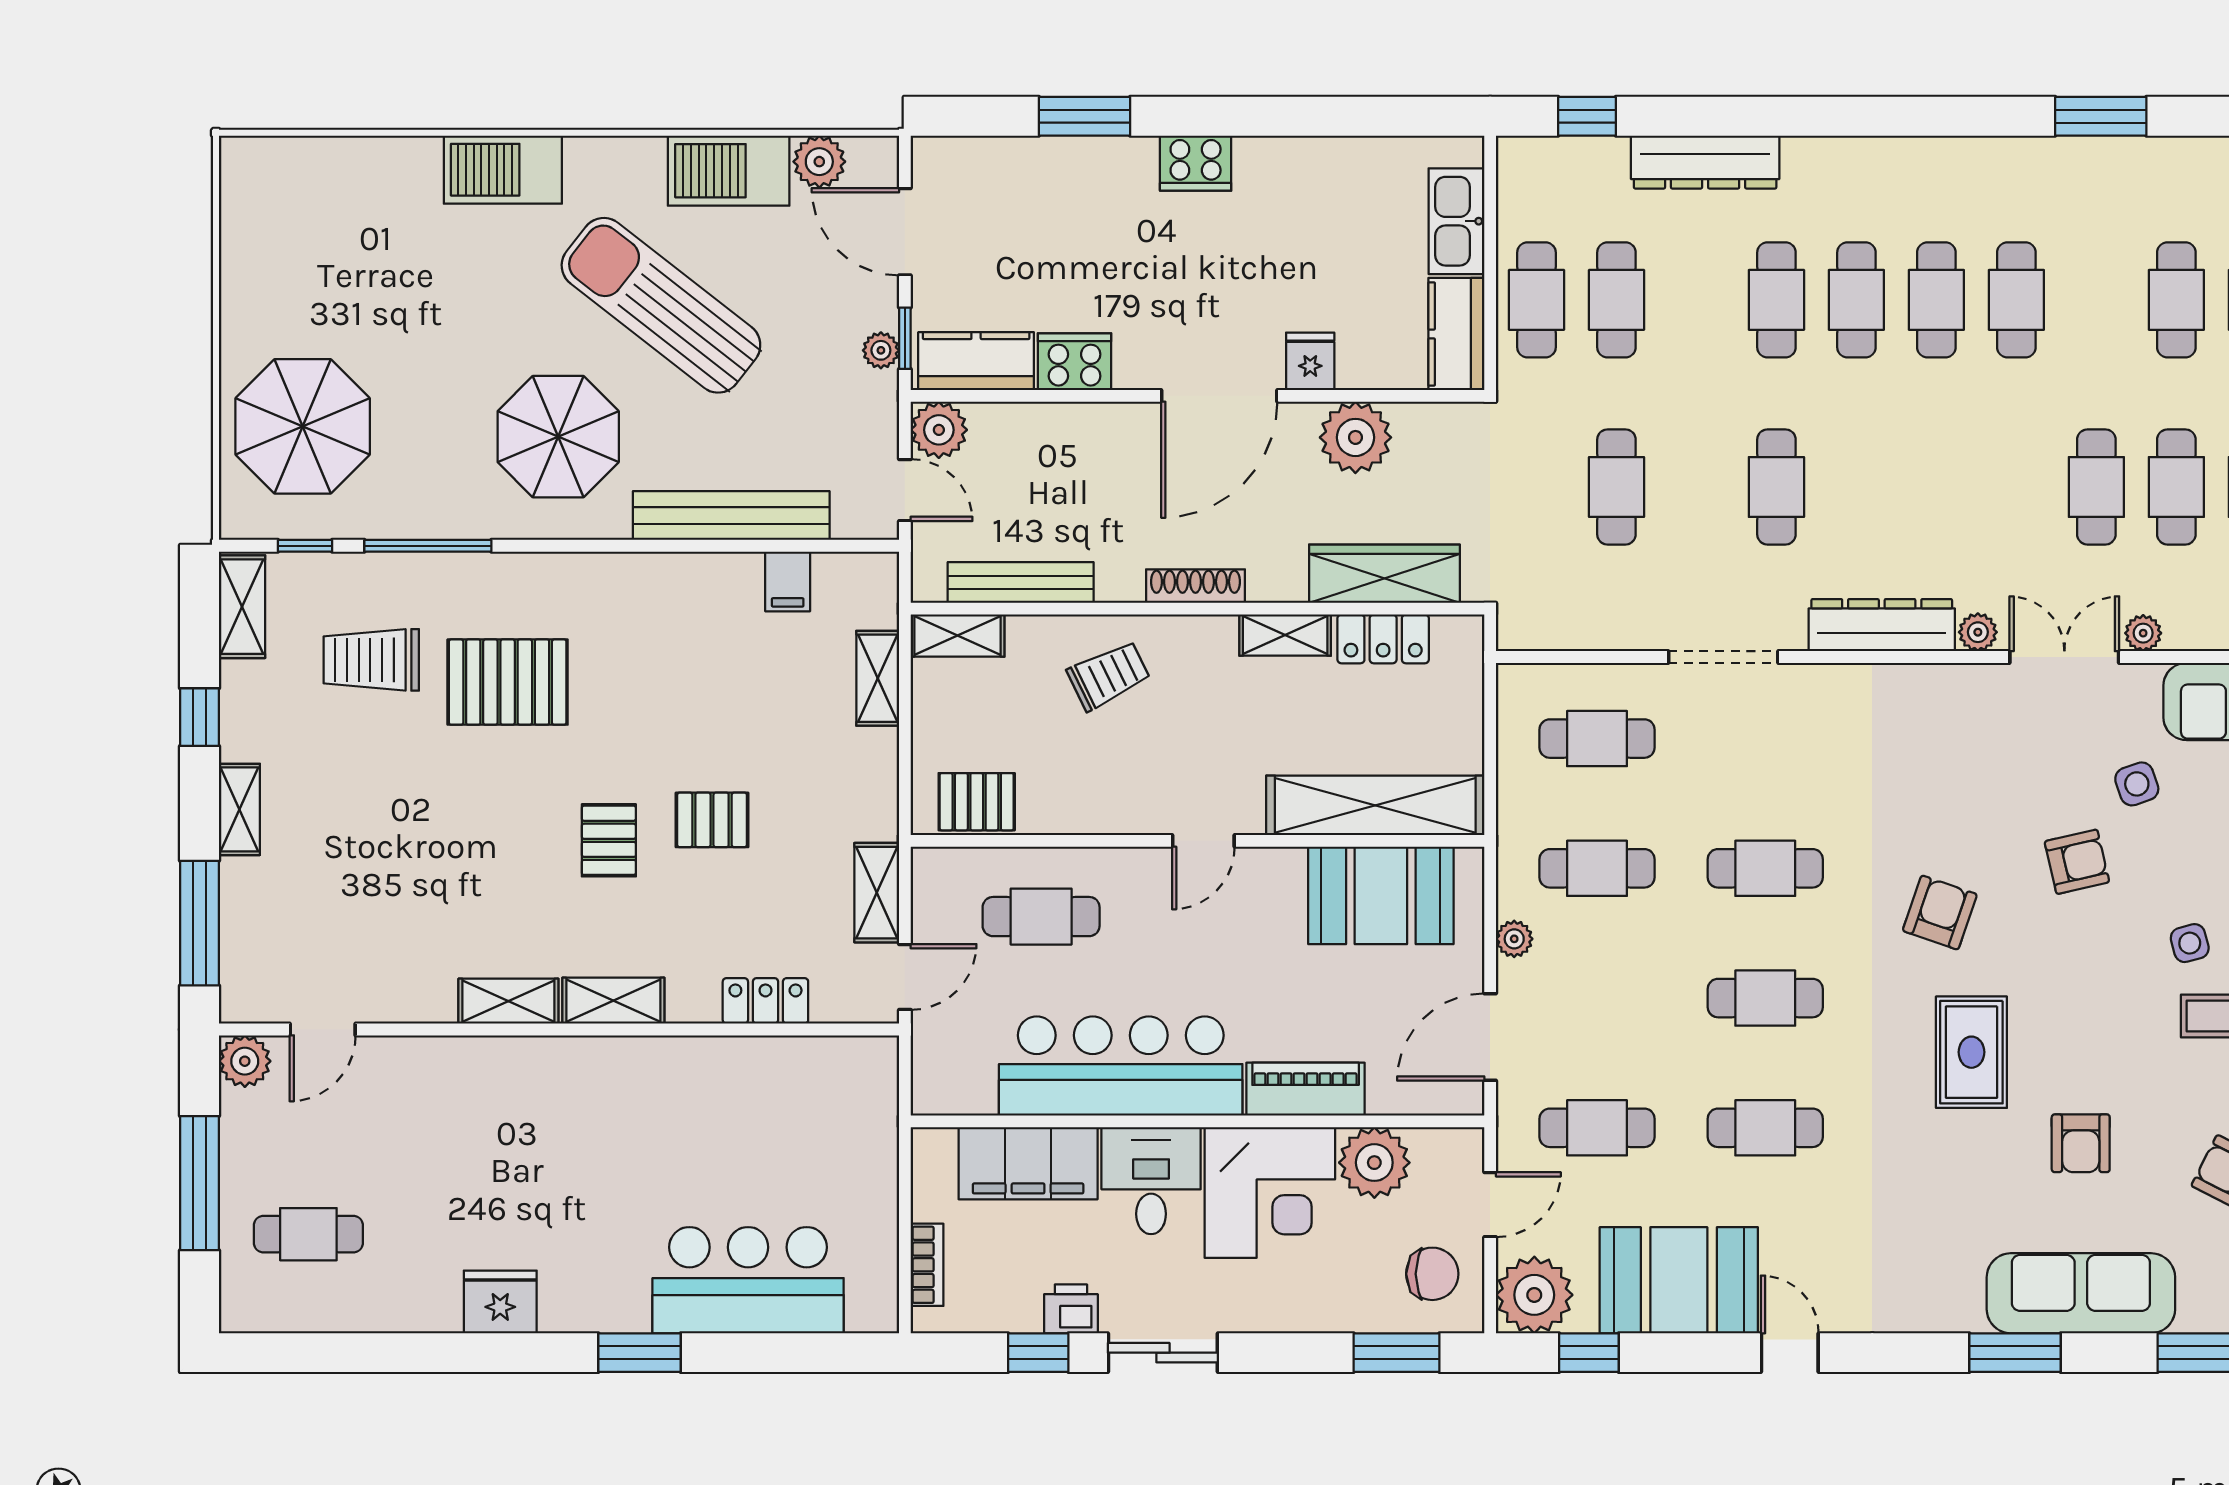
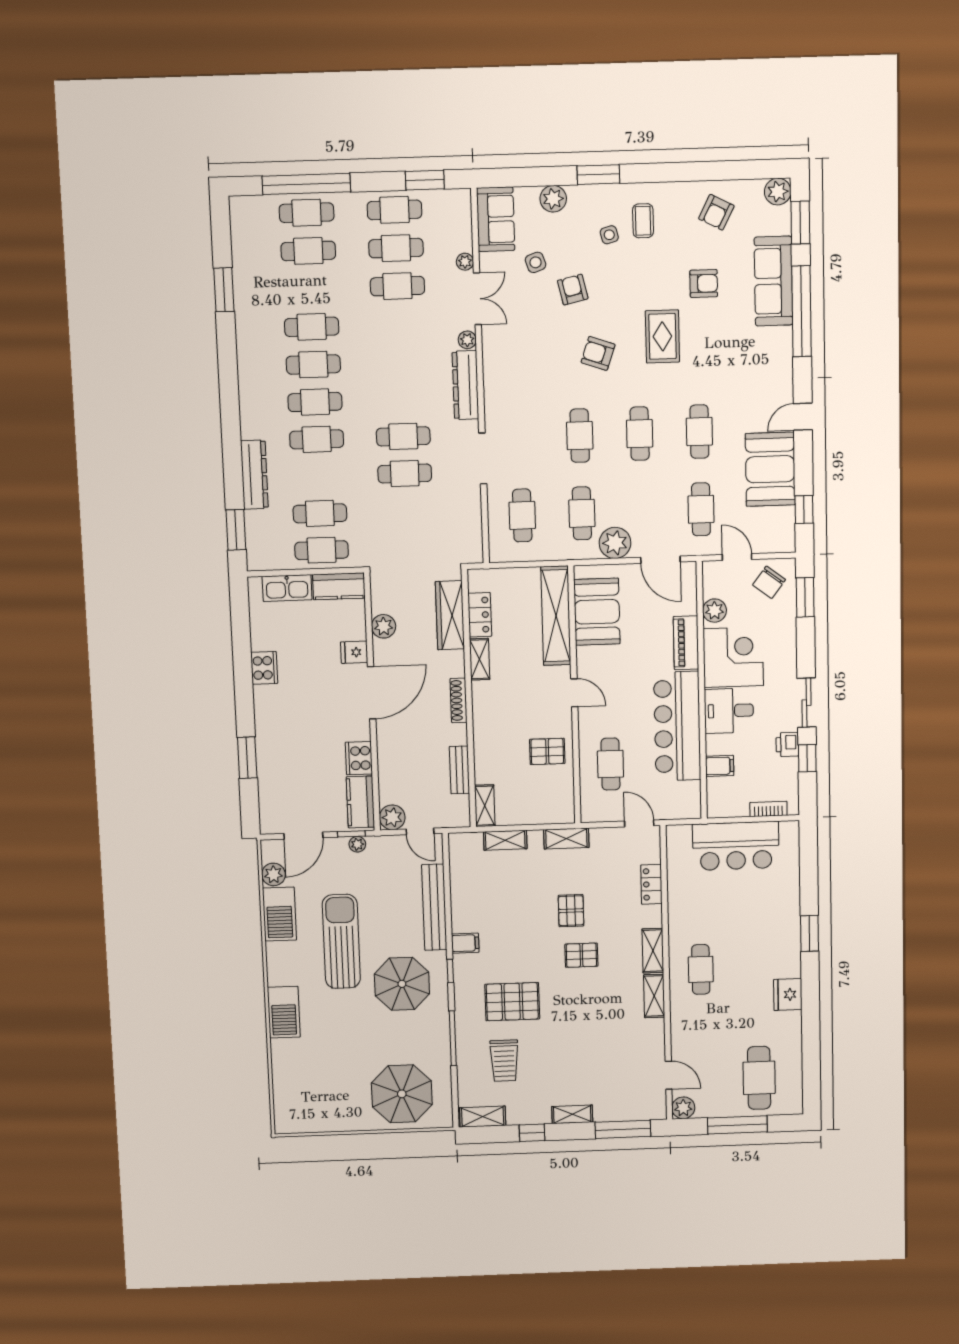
window: (1587, 116) -> (236, 530), width x1.50
cooker: (1196, 163) -> (264, 668), moved
sun lounger: (661, 305) -> (341, 941), turned 142
door: (1219, 396) -> (372, 693), hinge flipped
plant: (1355, 437) -> (384, 626), width x0.73, depth x0.73
cafe table: (1616, 487) -> (405, 473), moved
door: (905, 490) -> (420, 831), swing flipped
window: (305, 546) -> (450, 971), moved
filing cabinet: (788, 581) -> (465, 943), moved
bench: (1021, 582) -> (459, 770), width x0.73
double door: (2064, 657) -> (477, 299), swing flipped
trolley: (1109, 675) -> (501, 738), removed
pallet: (508, 682) -> (512, 1002), turned 90
pallet: (977, 802) -> (547, 751), moved, turned 90
shelving: (877, 893) -> (566, 839), moved
plant: (1514, 939) -> (615, 543), width x1.87, depth x1.87
rug: (1971, 1052) -> (662, 336), turned 90
cafe table: (566, 1107) -> (701, 969), added
filing cabinet: (1028, 1163) -> (720, 766), width x0.33, depth x0.86
plant: (1374, 1163) -> (714, 611), width x0.73, depth x0.73
cafe table: (308, 1234) -> (759, 1078), width x1.37, depth x1.35
chair: (1432, 1274) -> (769, 582), turned -143
bar counter: (748, 1280) -> (736, 846), moved, turned -90
plant: (1534, 1295) -> (778, 535), removed
window: (2015, 1353) -> (801, 311), width x2.11

